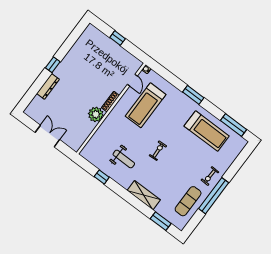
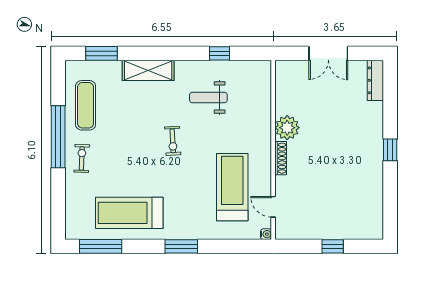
dresser: (48, 86) -> (375, 80), moved

